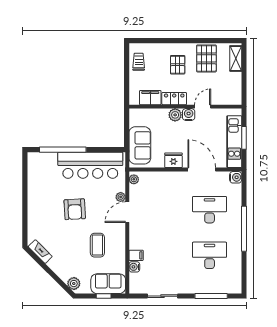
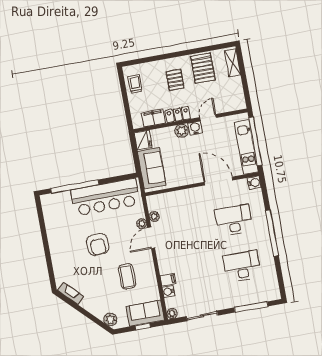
window: (244, 138) -> (255, 141), width x2.11
fridge: (173, 160) -> (143, 140), moved, turned 90
plant: (134, 179) -> (154, 216), moved
plant: (134, 289) -> (172, 314), added

